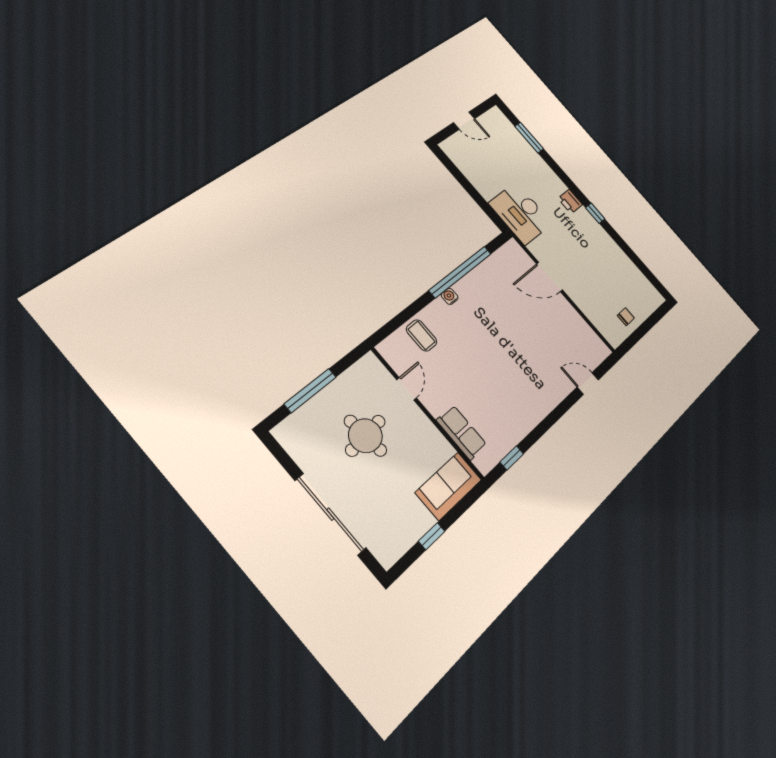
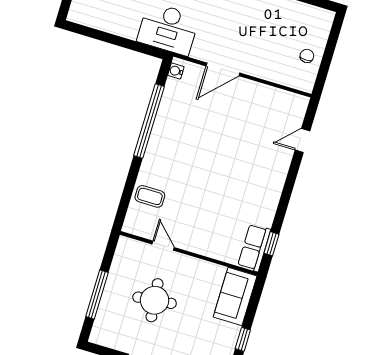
water cooler: (450, 296) -> (176, 71), moved
row of seats: (462, 432) -> (254, 248), moved, turned -90

